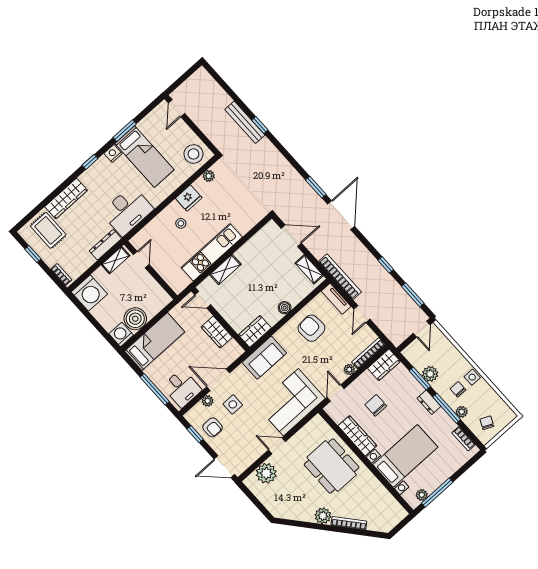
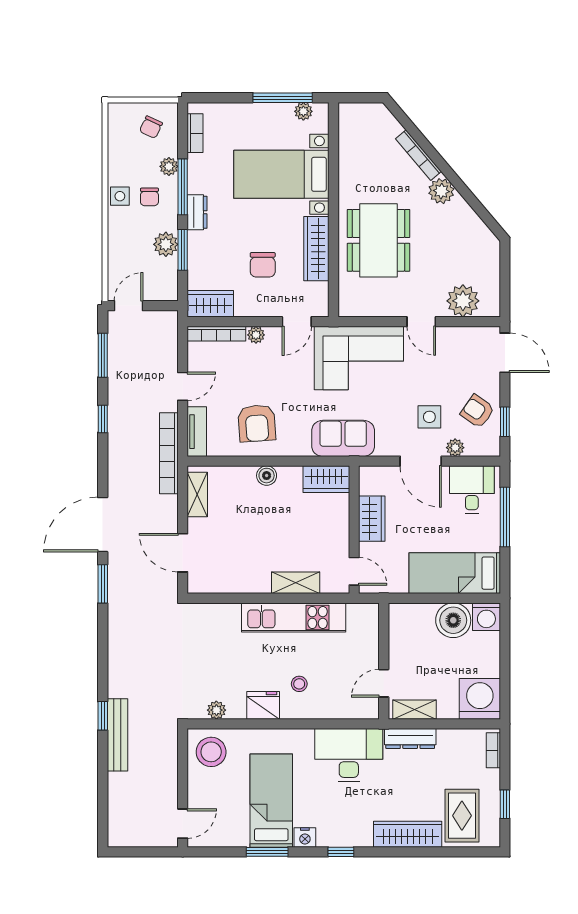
armchair: (213, 427) -> (477, 411), turned -55

